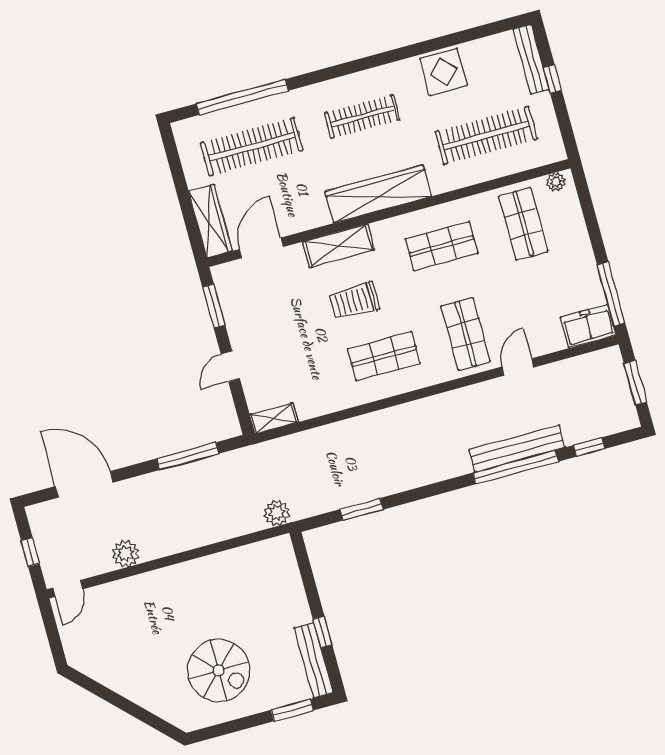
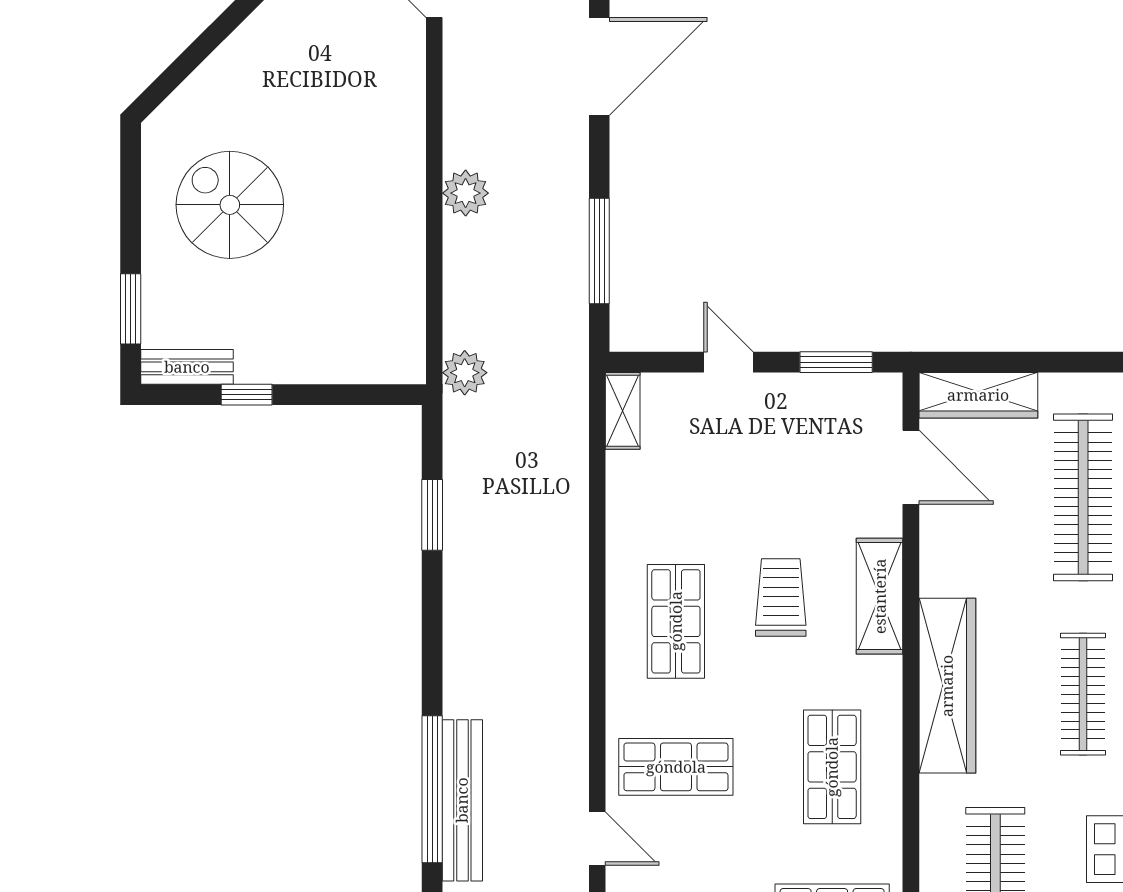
plant: (126, 554) -> (466, 193), moved
bench: (314, 660) -> (187, 367), width x0.73
spiral stairs: (219, 670) -> (230, 205), turned 90

